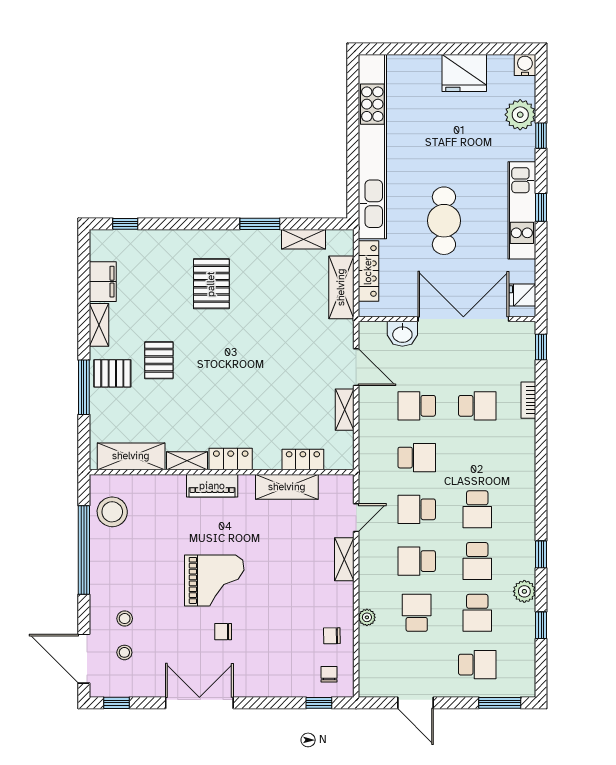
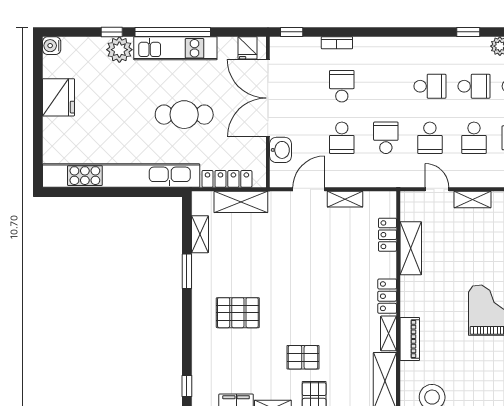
plant: (520, 115) -> (119, 50), moved
window: (541, 207) -> (173, 32), width x3.17
piano: (212, 486) -> (410, 339), moved

